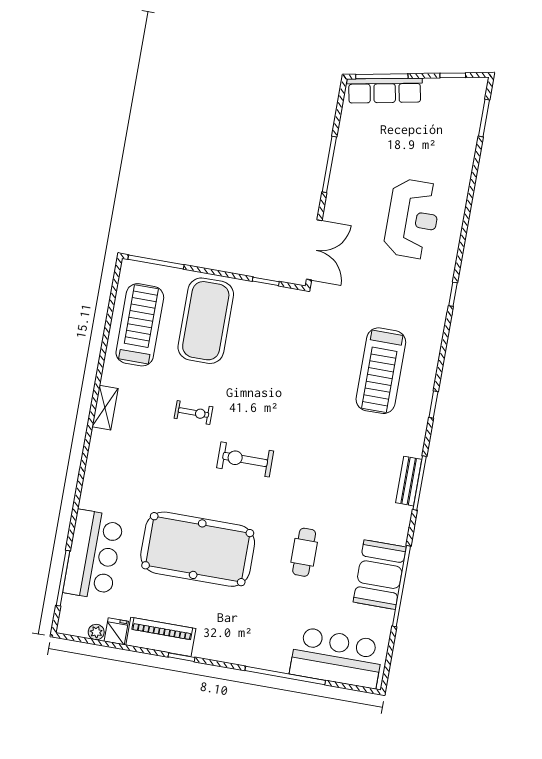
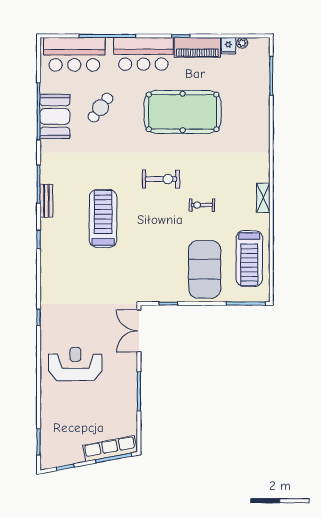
reception desk: (412, 219) -> (75, 364), turned 90
treadmill: (381, 371) -> (103, 218), moved
bench: (409, 481) -> (46, 201), moved
cafe table: (304, 552) -> (100, 108), moved, turned 37
bar counter: (93, 555) -> (143, 54), moved, turned -90

